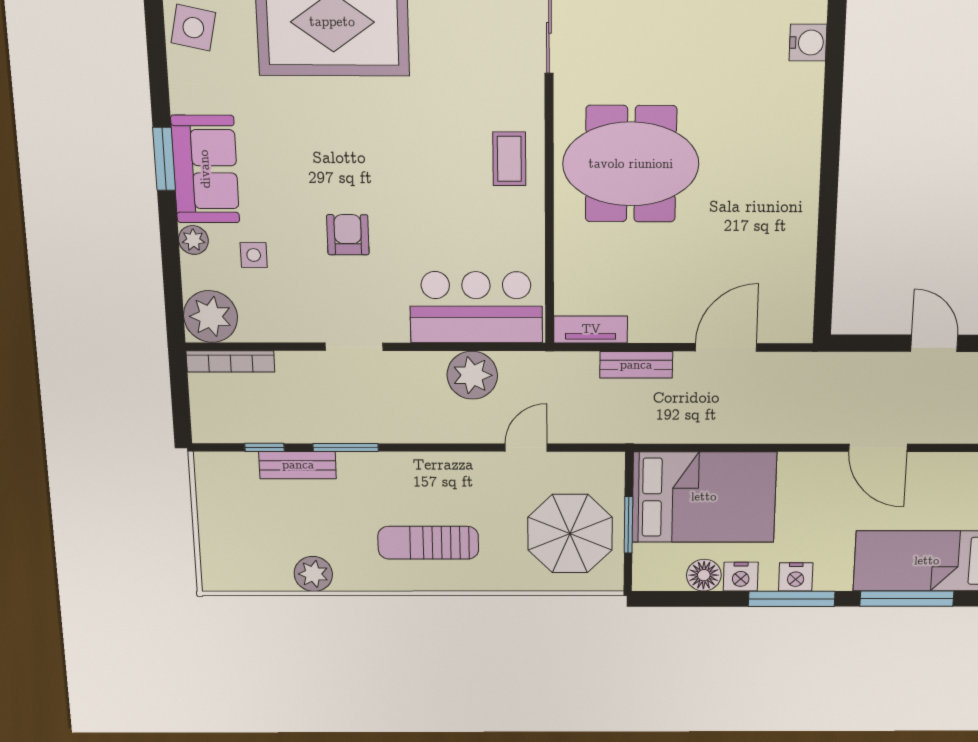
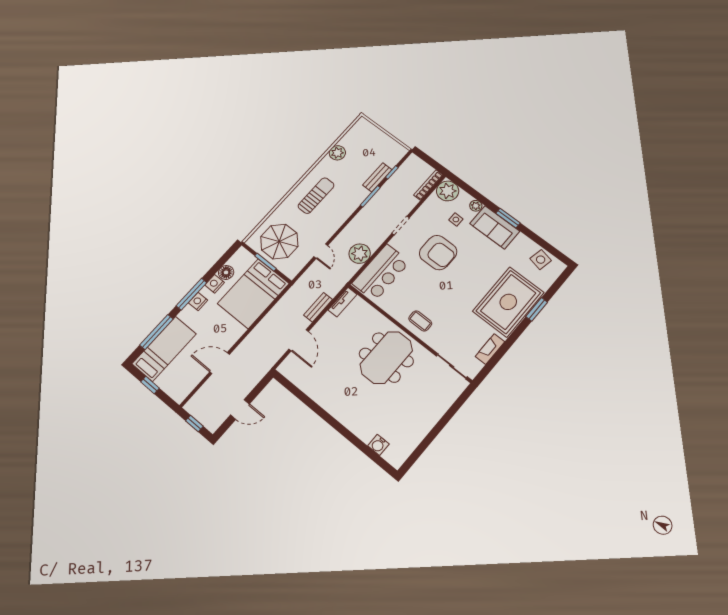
armchair: (348, 235) -> (438, 253), width x1.88, depth x1.88

